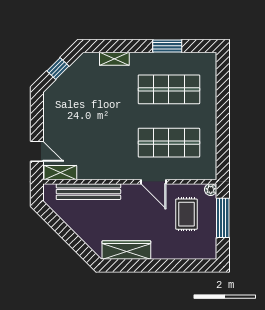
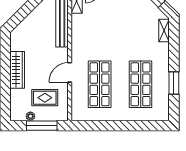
shelving: (114, 59) -> (164, 30), moved
plant: (211, 190) -> (30, 116), moved
wardrobe: (126, 250) -> (17, 70), moved

